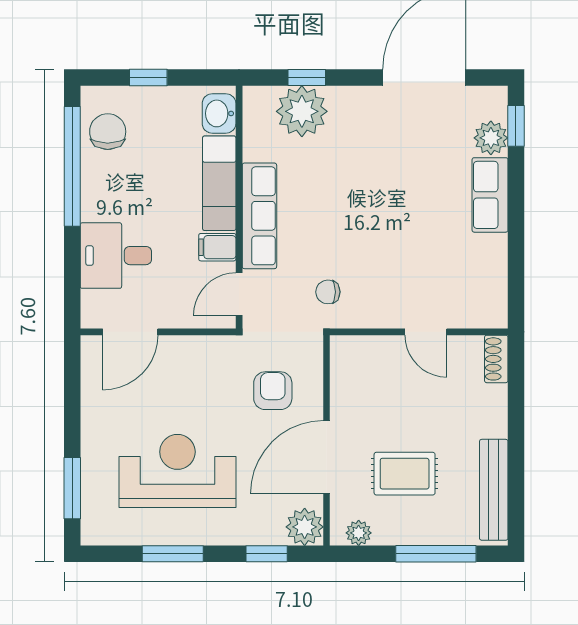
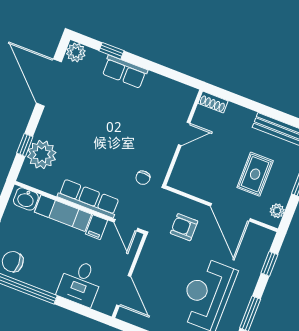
window: (516, 126) -> (112, 51), moved
plant: (491, 138) -> (76, 52), moved
plant: (305, 527) -> (263, 238), removed

